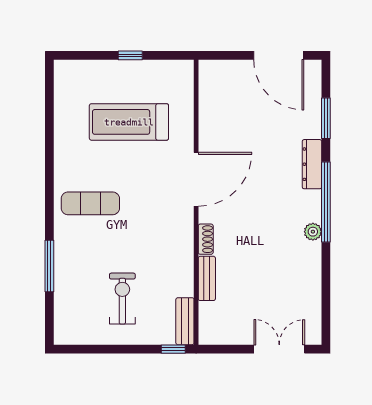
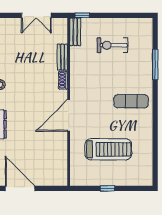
exercise bike: (122, 299) -> (112, 45), turned 90
double door: (279, 349) -> (36, 15), moved

